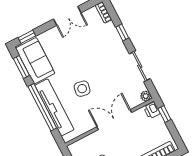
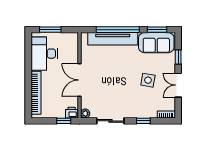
window: (27, 37) -> (178, 57), moved
side table: (82, 89) -> (148, 80), moved
double door: (114, 120) -> (79, 80), swing flipped

